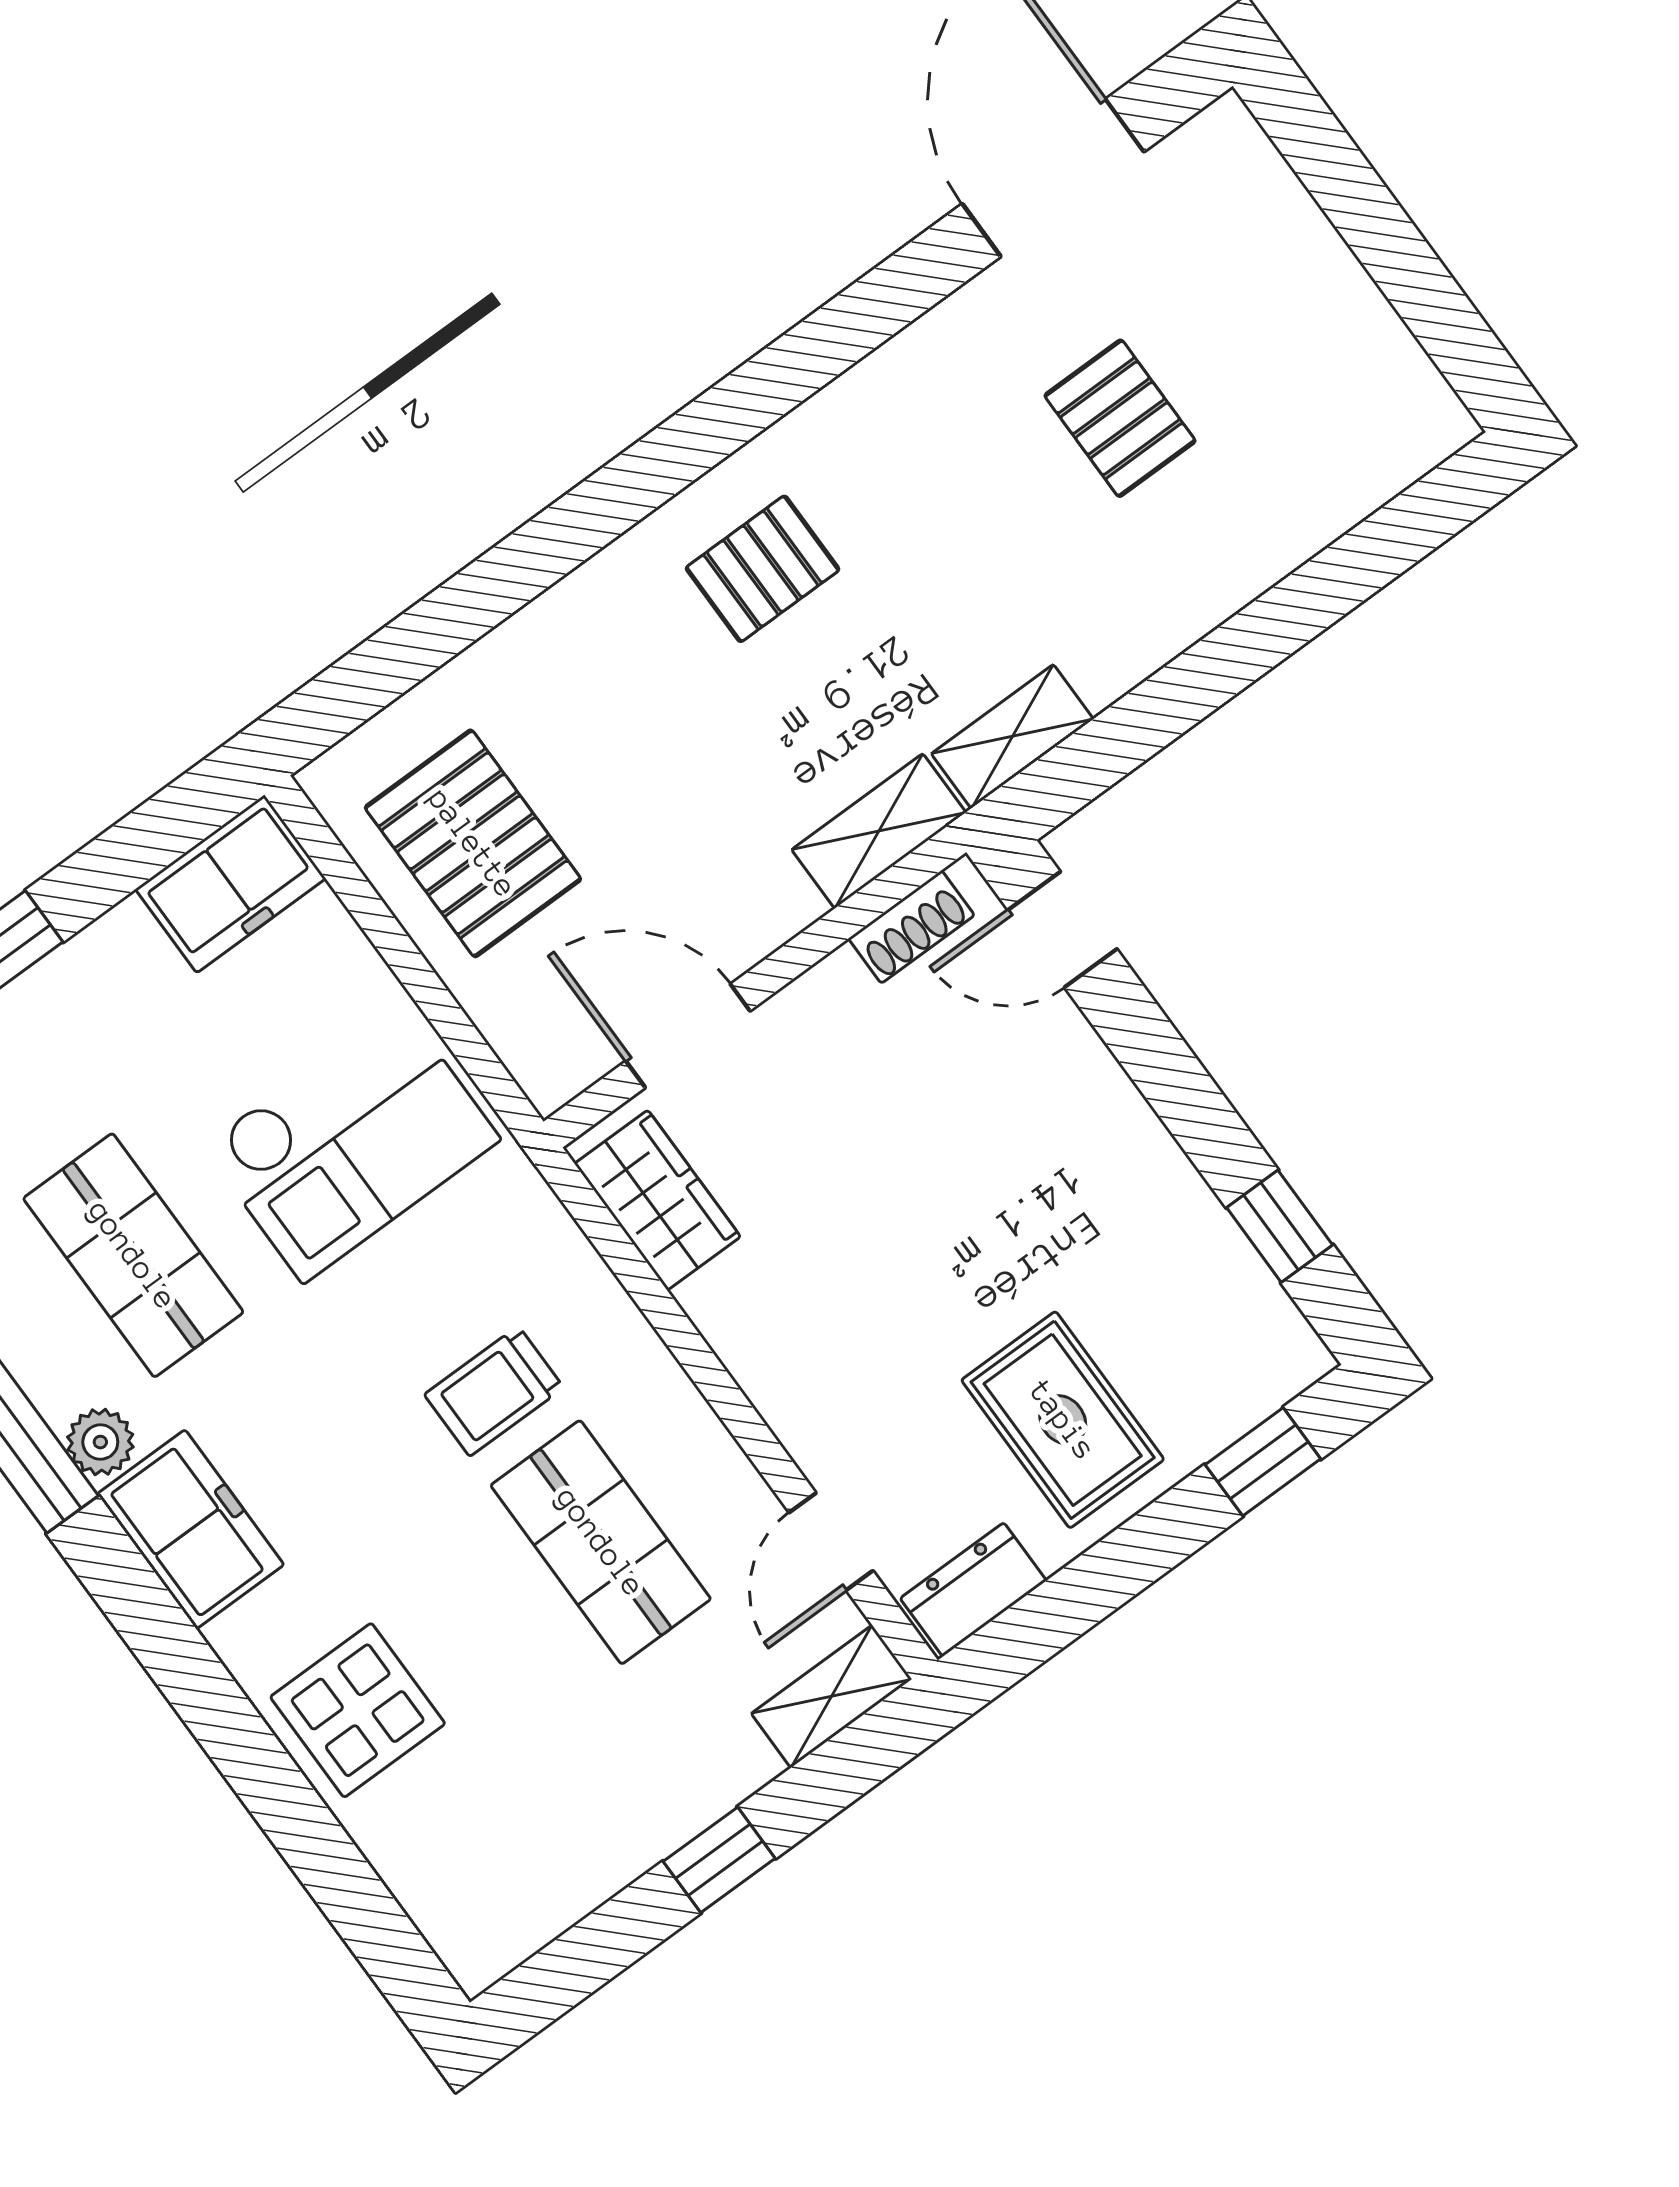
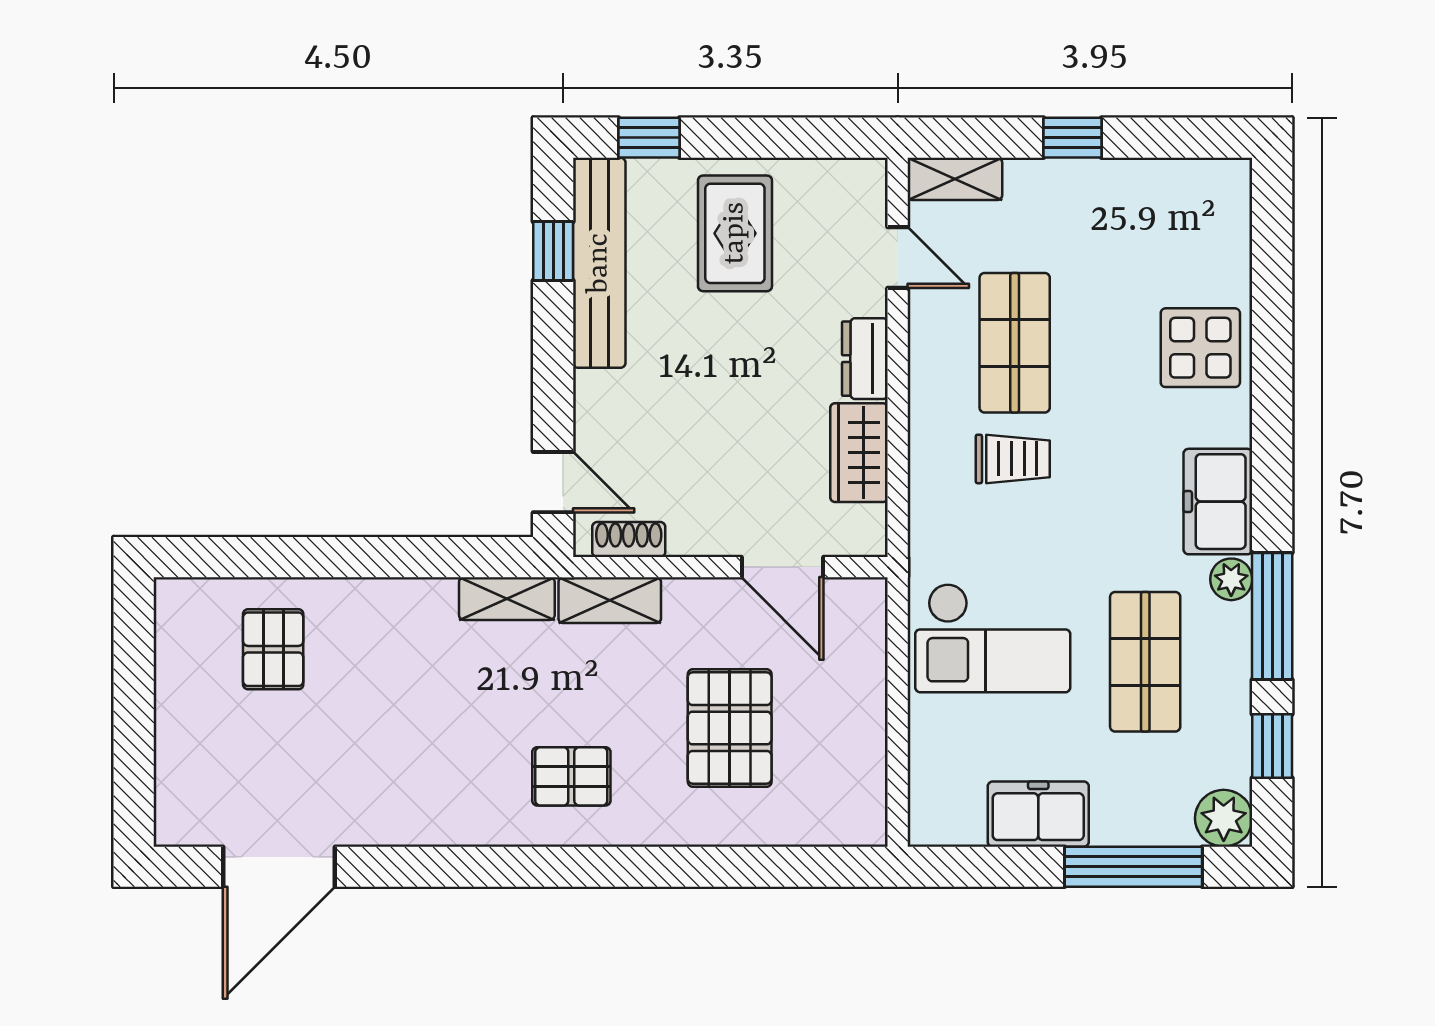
pallet: (1120, 418) -> (273, 649), moved
pallet: (473, 843) -> (730, 728), moved
freezer: (231, 884) -> (1038, 814), moved
checkout: (351, 1143) -> (993, 638), turned 180
wardrobe: (657, 1200) -> (859, 453), moved
bench: (1209, 1254) -> (599, 263), added
door: (831, 1542) -> (898, 258), hinge flipped
dresser: (973, 1590) -> (865, 359), moved, turned 90

